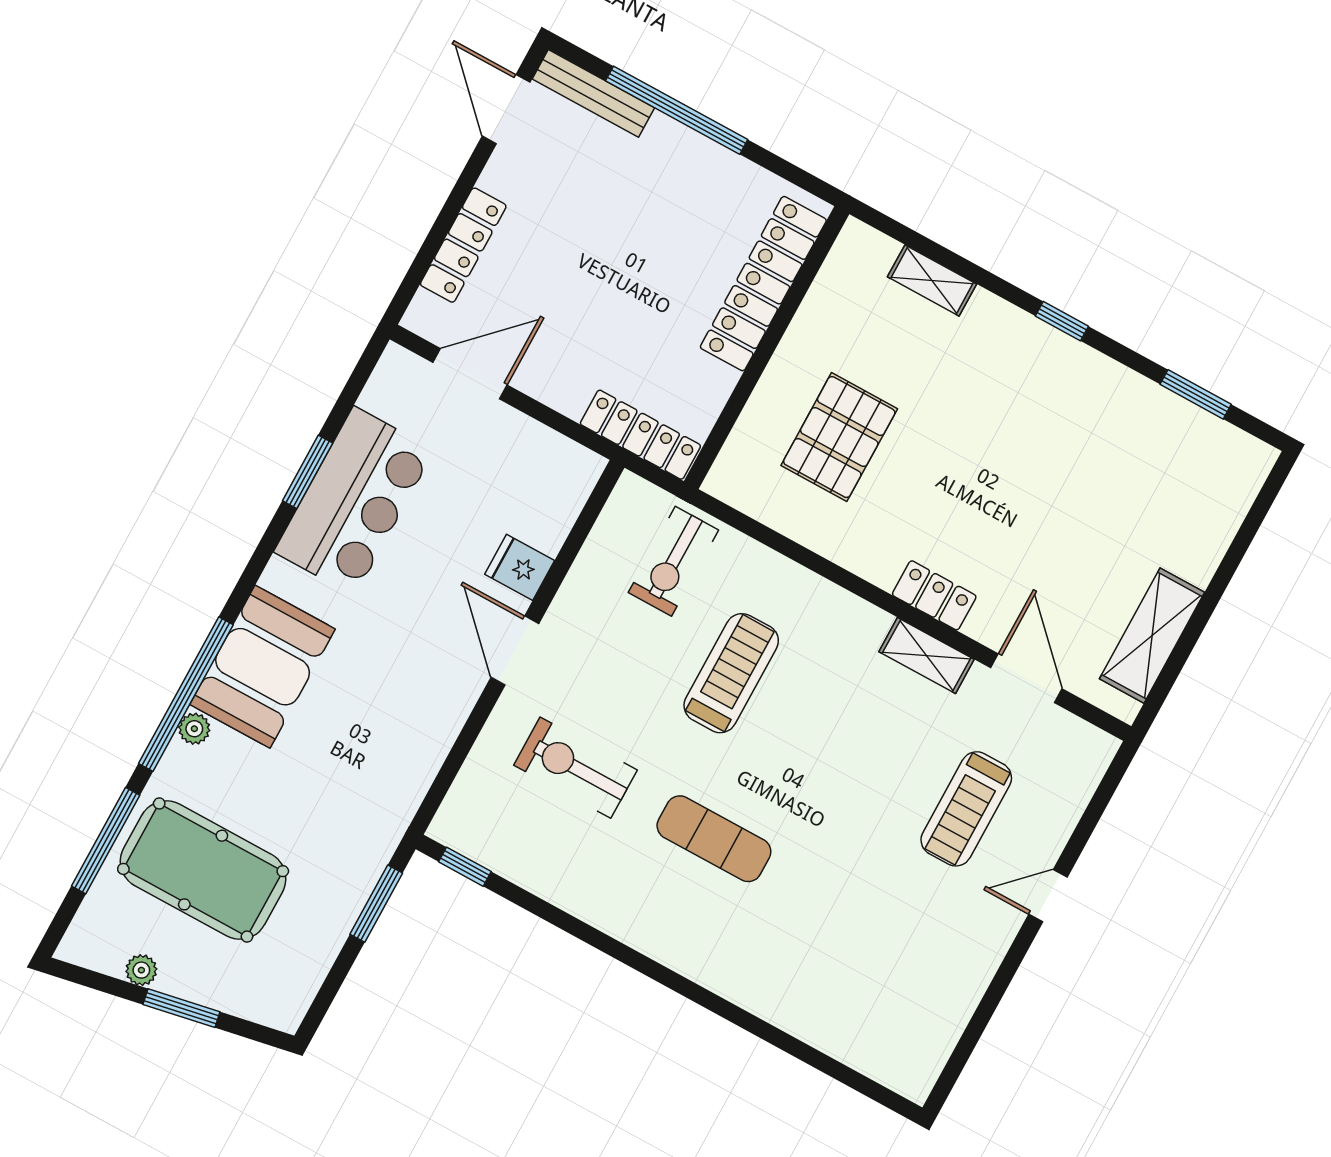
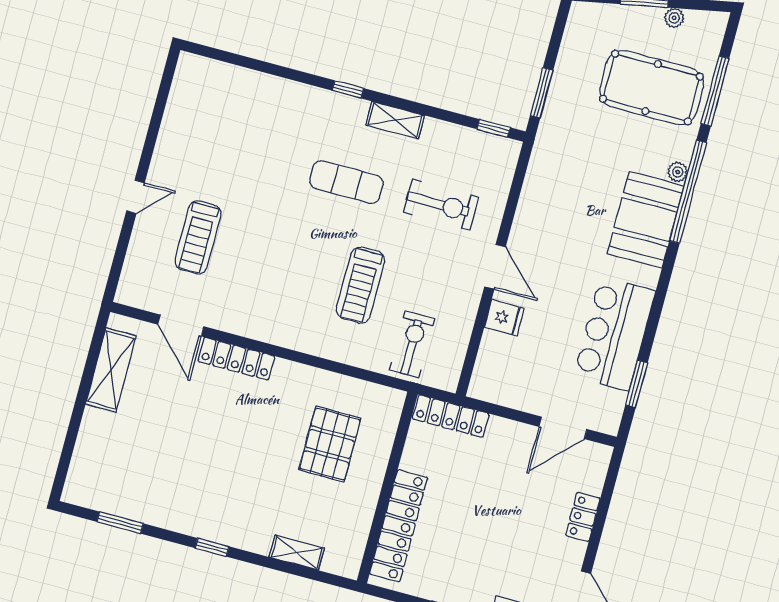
locker: (463, 245) -> (583, 517), width x0.66
window: (308, 472) -> (636, 384), moved
locker: (934, 595) -> (236, 359), width x1.53
shelving: (927, 656) -> (395, 120), moved
treadmill: (966, 809) -> (198, 237), turned 180
window: (677, 983) -> (348, 89), added

